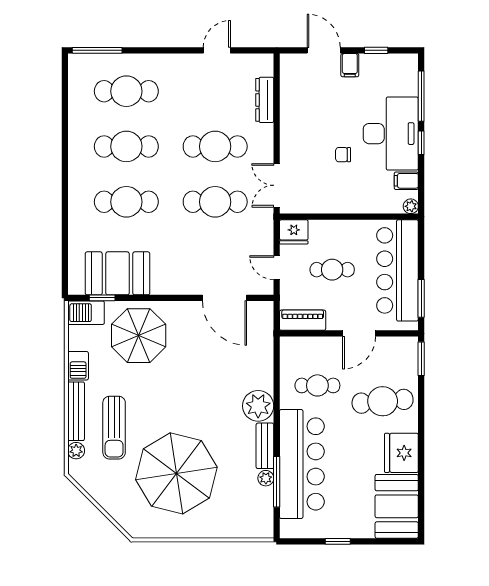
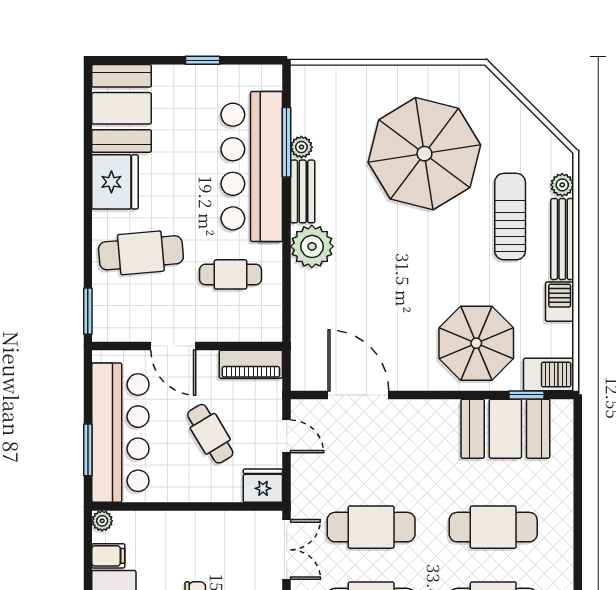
cafe table: (332, 270) -> (210, 434), turned 59
window: (421, 298) -> (88, 450), moved
door: (359, 333) -> (173, 346), swing flipped

